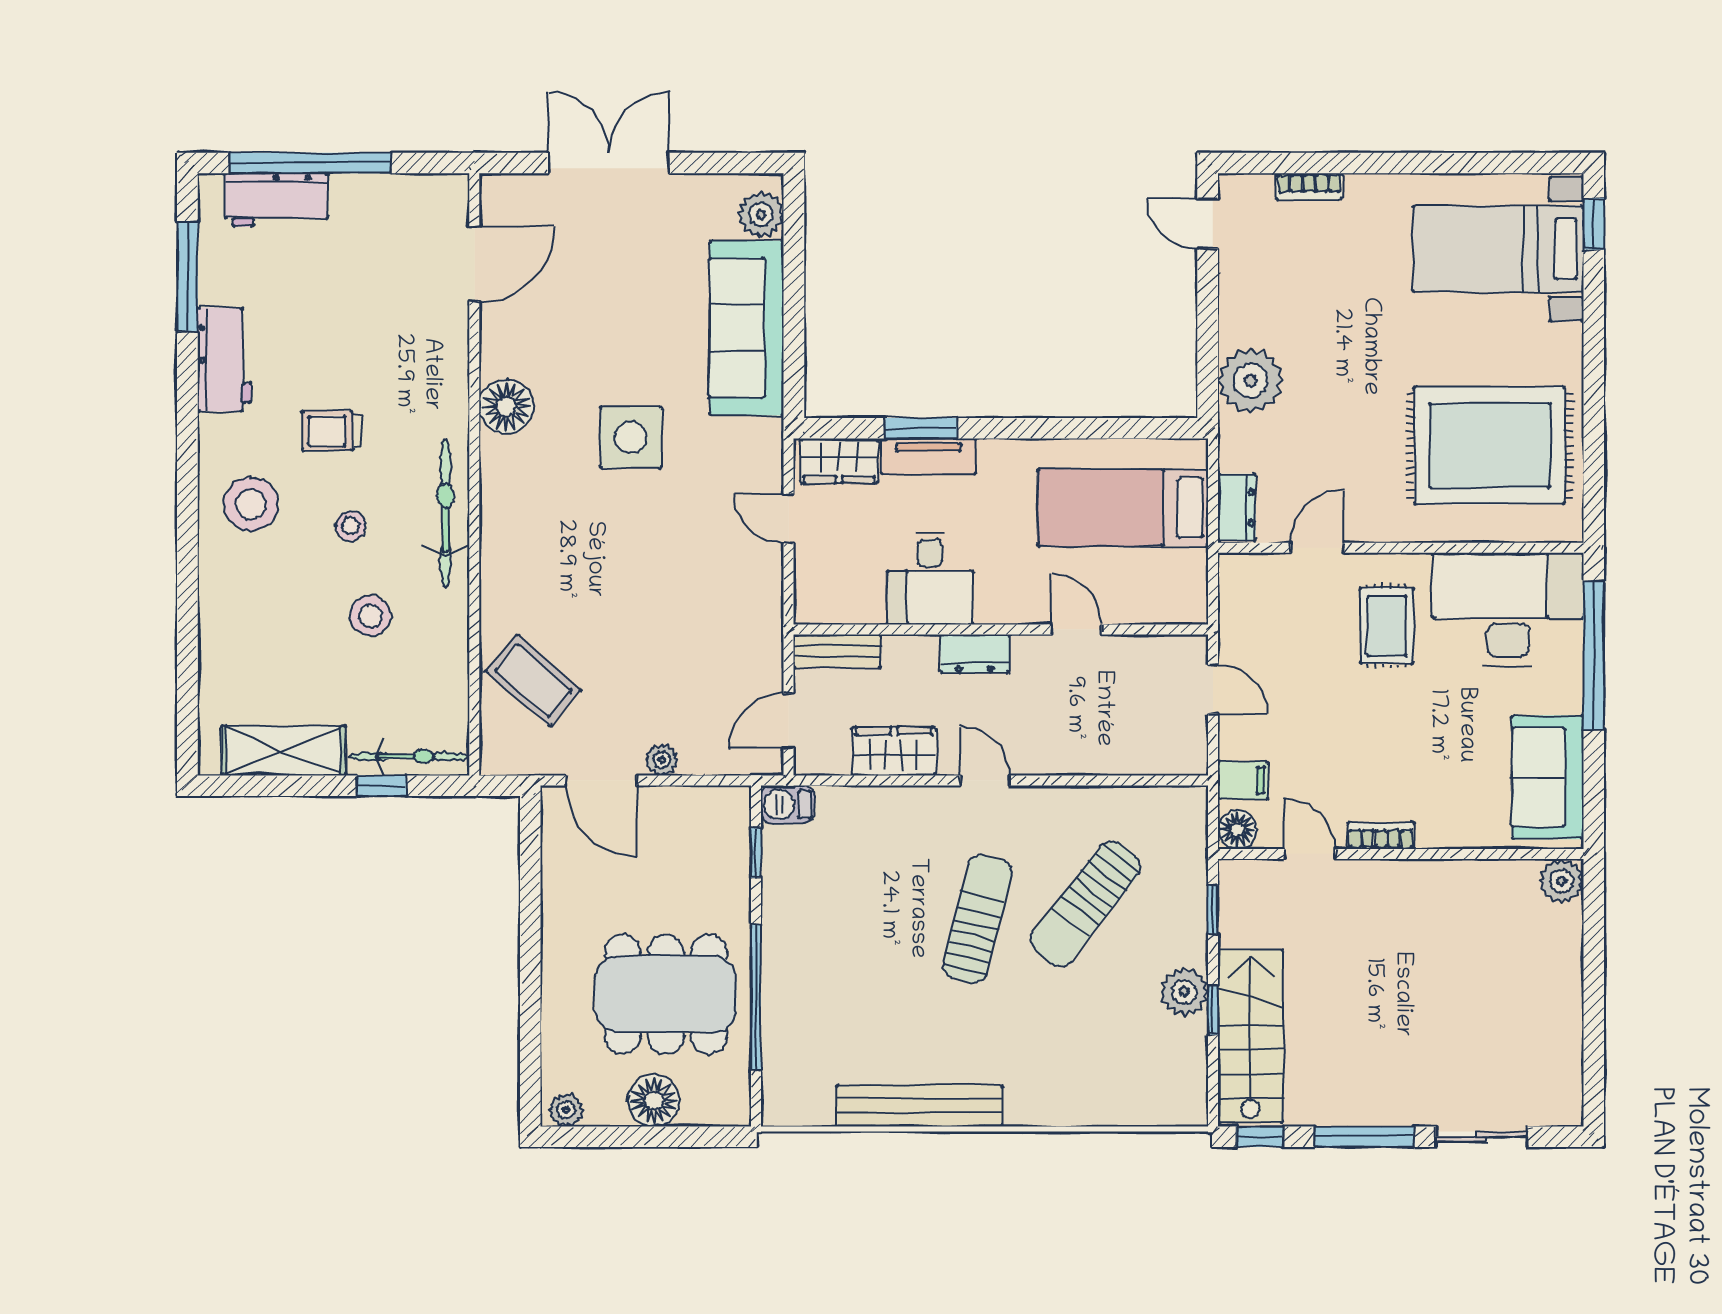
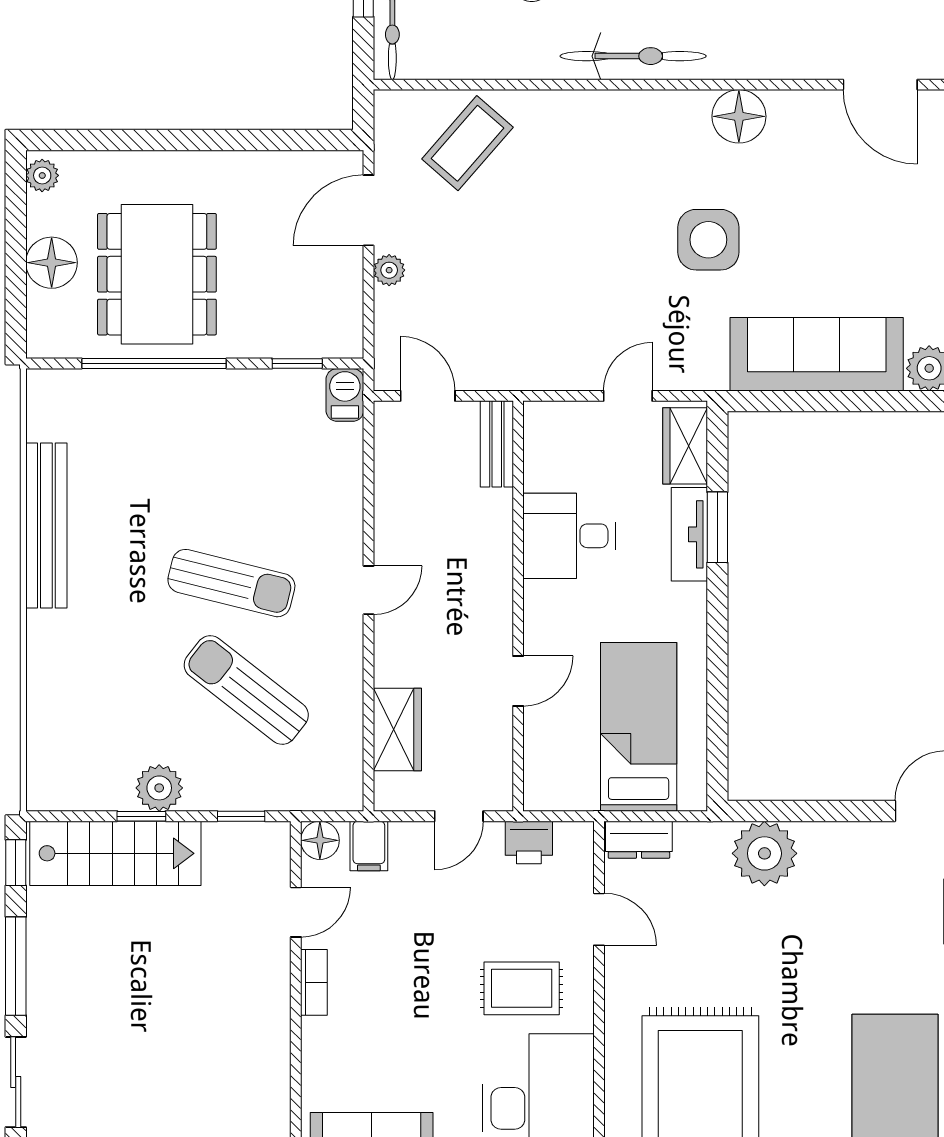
printer: (1239, 619) -> (529, 842), added
dresser: (975, 654) -> (494, 580), removed
wardrobe: (894, 751) -> (397, 730), moved

